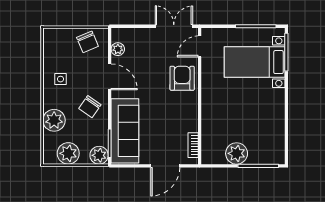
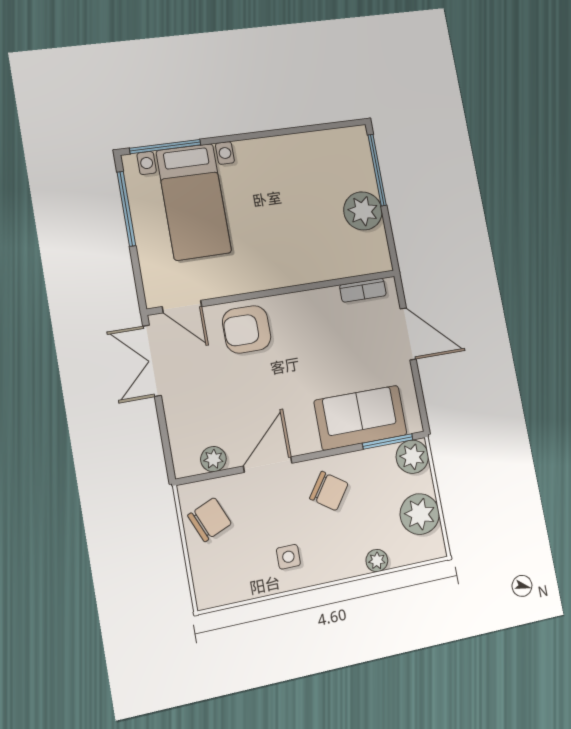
plant: (54, 120) -> (377, 561), width x0.53, depth x0.53
sofa: (125, 131) -> (361, 418), width x0.73

